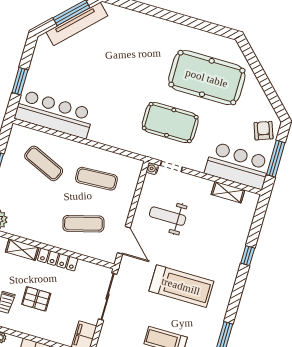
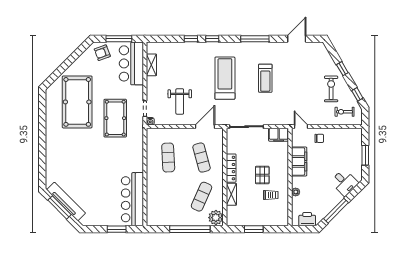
exercise mat: (44, 163) -> (202, 197), moved
window: (239, 284) -> (212, 39), added

